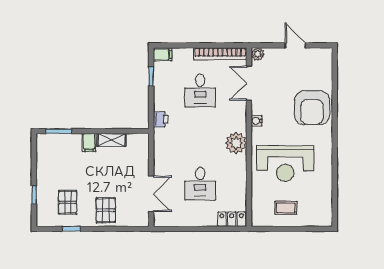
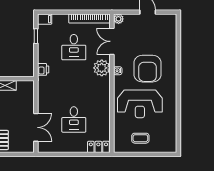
armchair: (312, 108) -> (147, 69), moved
plant: (236, 143) -> (102, 68), moved

